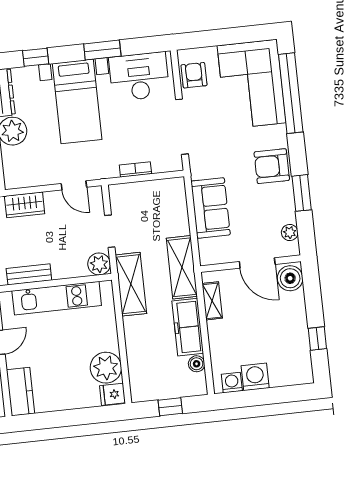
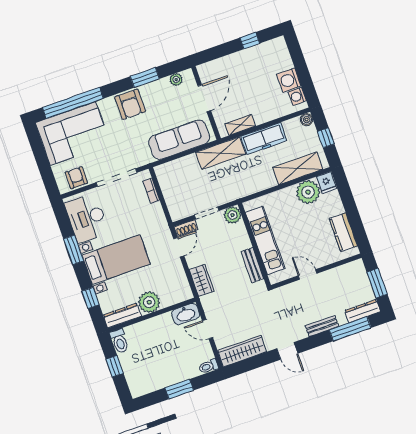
armchair: (194, 75) -> (76, 178), turned 90
bookcase: (135, 169) -> (151, 191), moved
shoe rack: (96, 200) -> (186, 228), added
sofa: (211, 208) -> (179, 140), width x1.36
boiler: (290, 278) -> (210, 71), removed
shelving: (131, 284) -> (298, 168), moved
boiler: (197, 364) -> (307, 120), moved
kitchen counter: (20, 392) -> (343, 232), moved, turned -90

